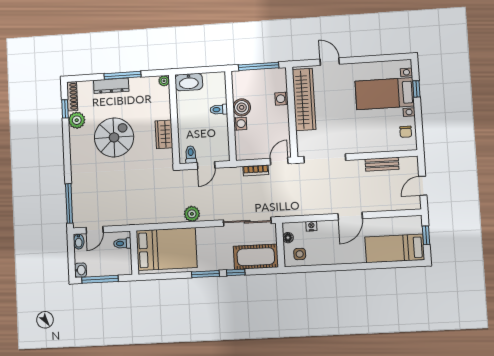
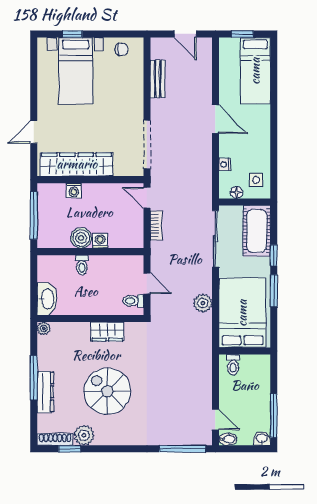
toilet: (122, 243) -> (233, 365), moved
bed: (167, 249) -> (242, 313), moved
wall: (134, 253) -> (245, 351), moved

